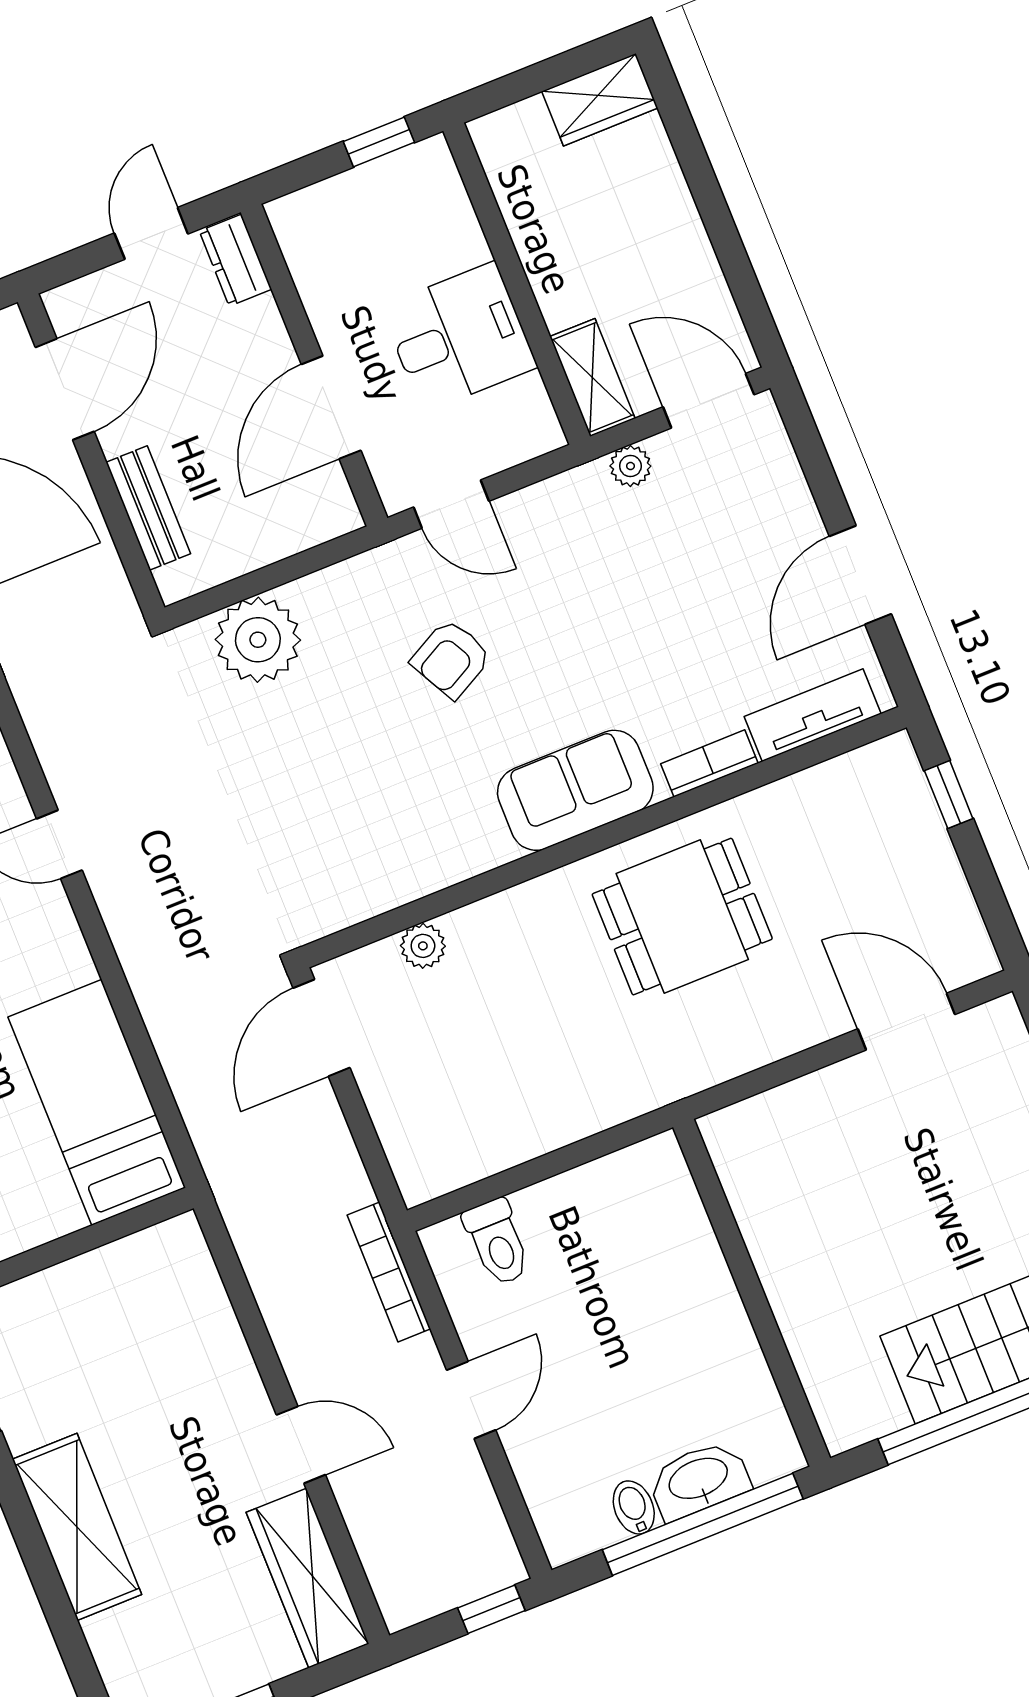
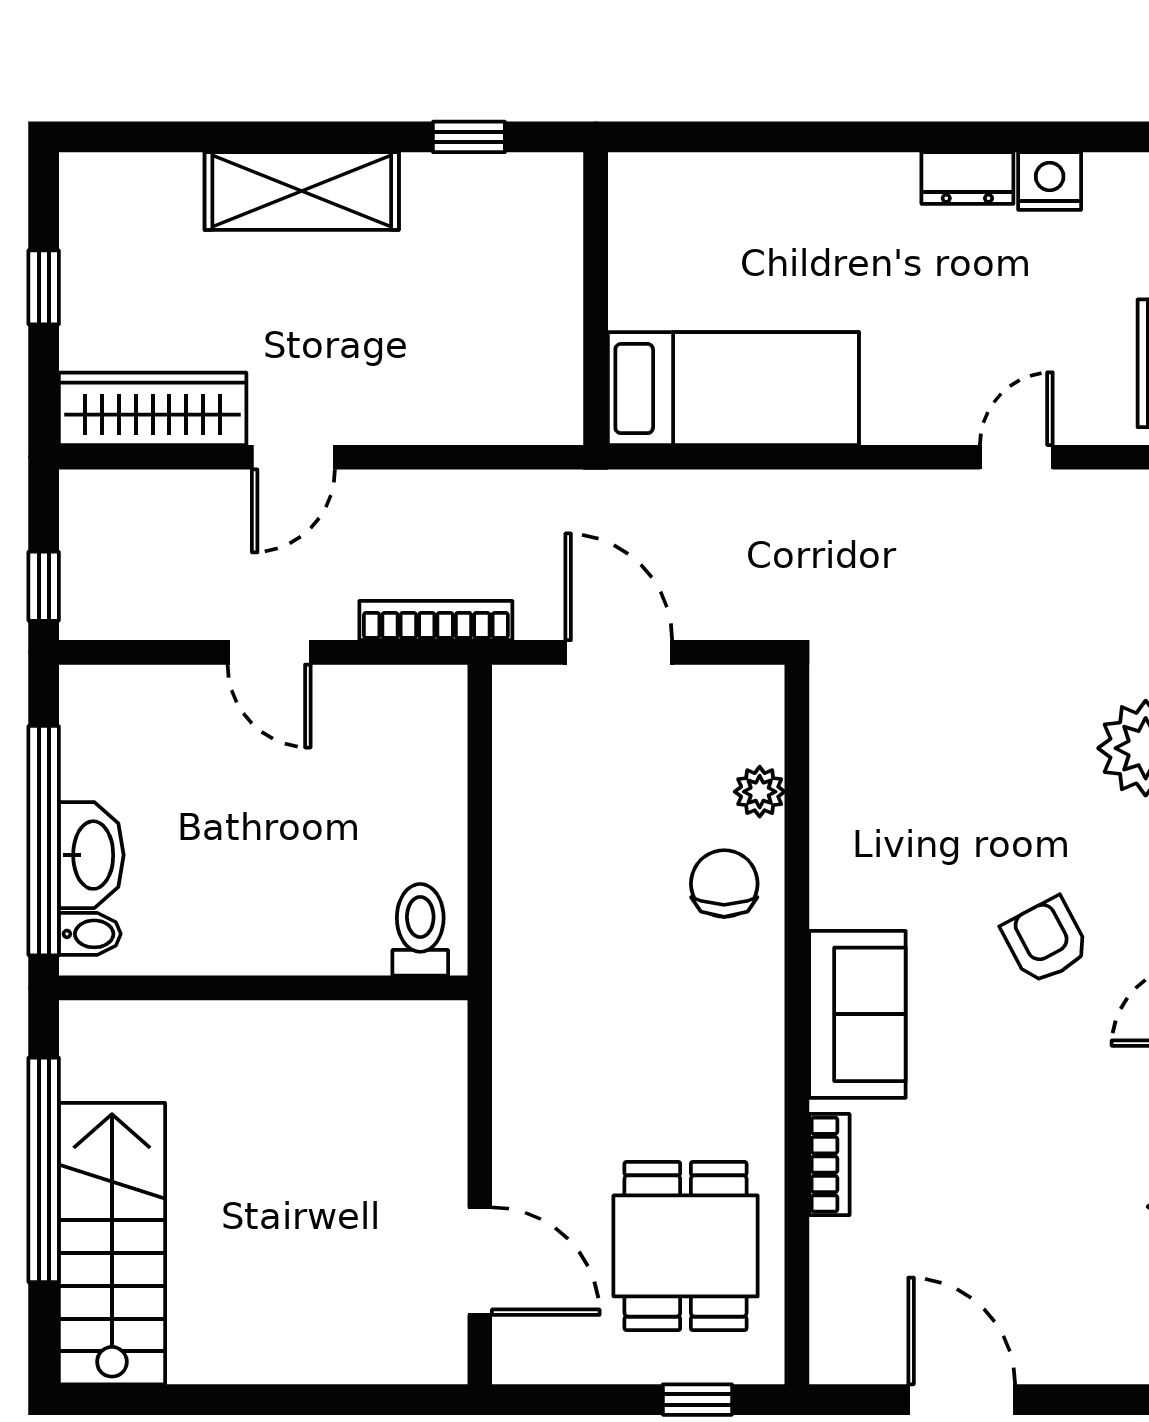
tv unit: (813, 715) -> (836, 1292), removed
dining table: (682, 917) -> (686, 1246), moved
chair: (511, 945) -> (724, 884), added
door: (906, 1022) -> (480, 1261), hinge flipped
door: (322, 1028) -> (619, 652), moved
toilet: (497, 1242) -> (420, 930), moved, turned 90
bidet: (634, 1507) -> (90, 934), moved

